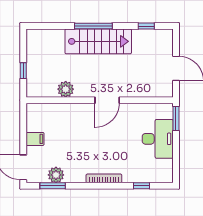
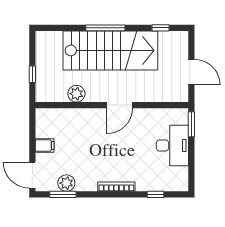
stairs: (98, 41) -> (110, 50), width x1.36, depth x1.51

